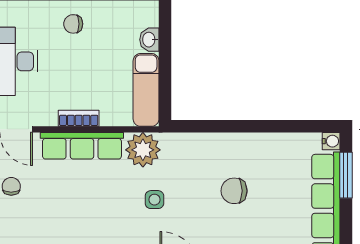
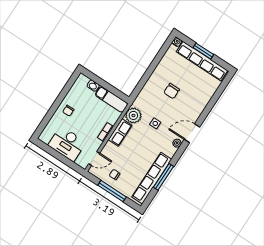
row of seats: (82, 146) -> (120, 132), width x0.68
window: (346, 175) -> (203, 51), moved

